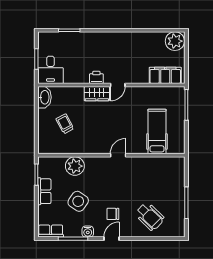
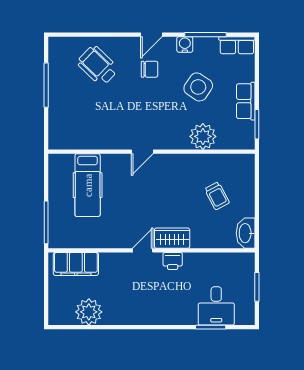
plant: (175, 41) -> (89, 312), moved
desk: (51, 70) -> (216, 306), moved, turned 180

